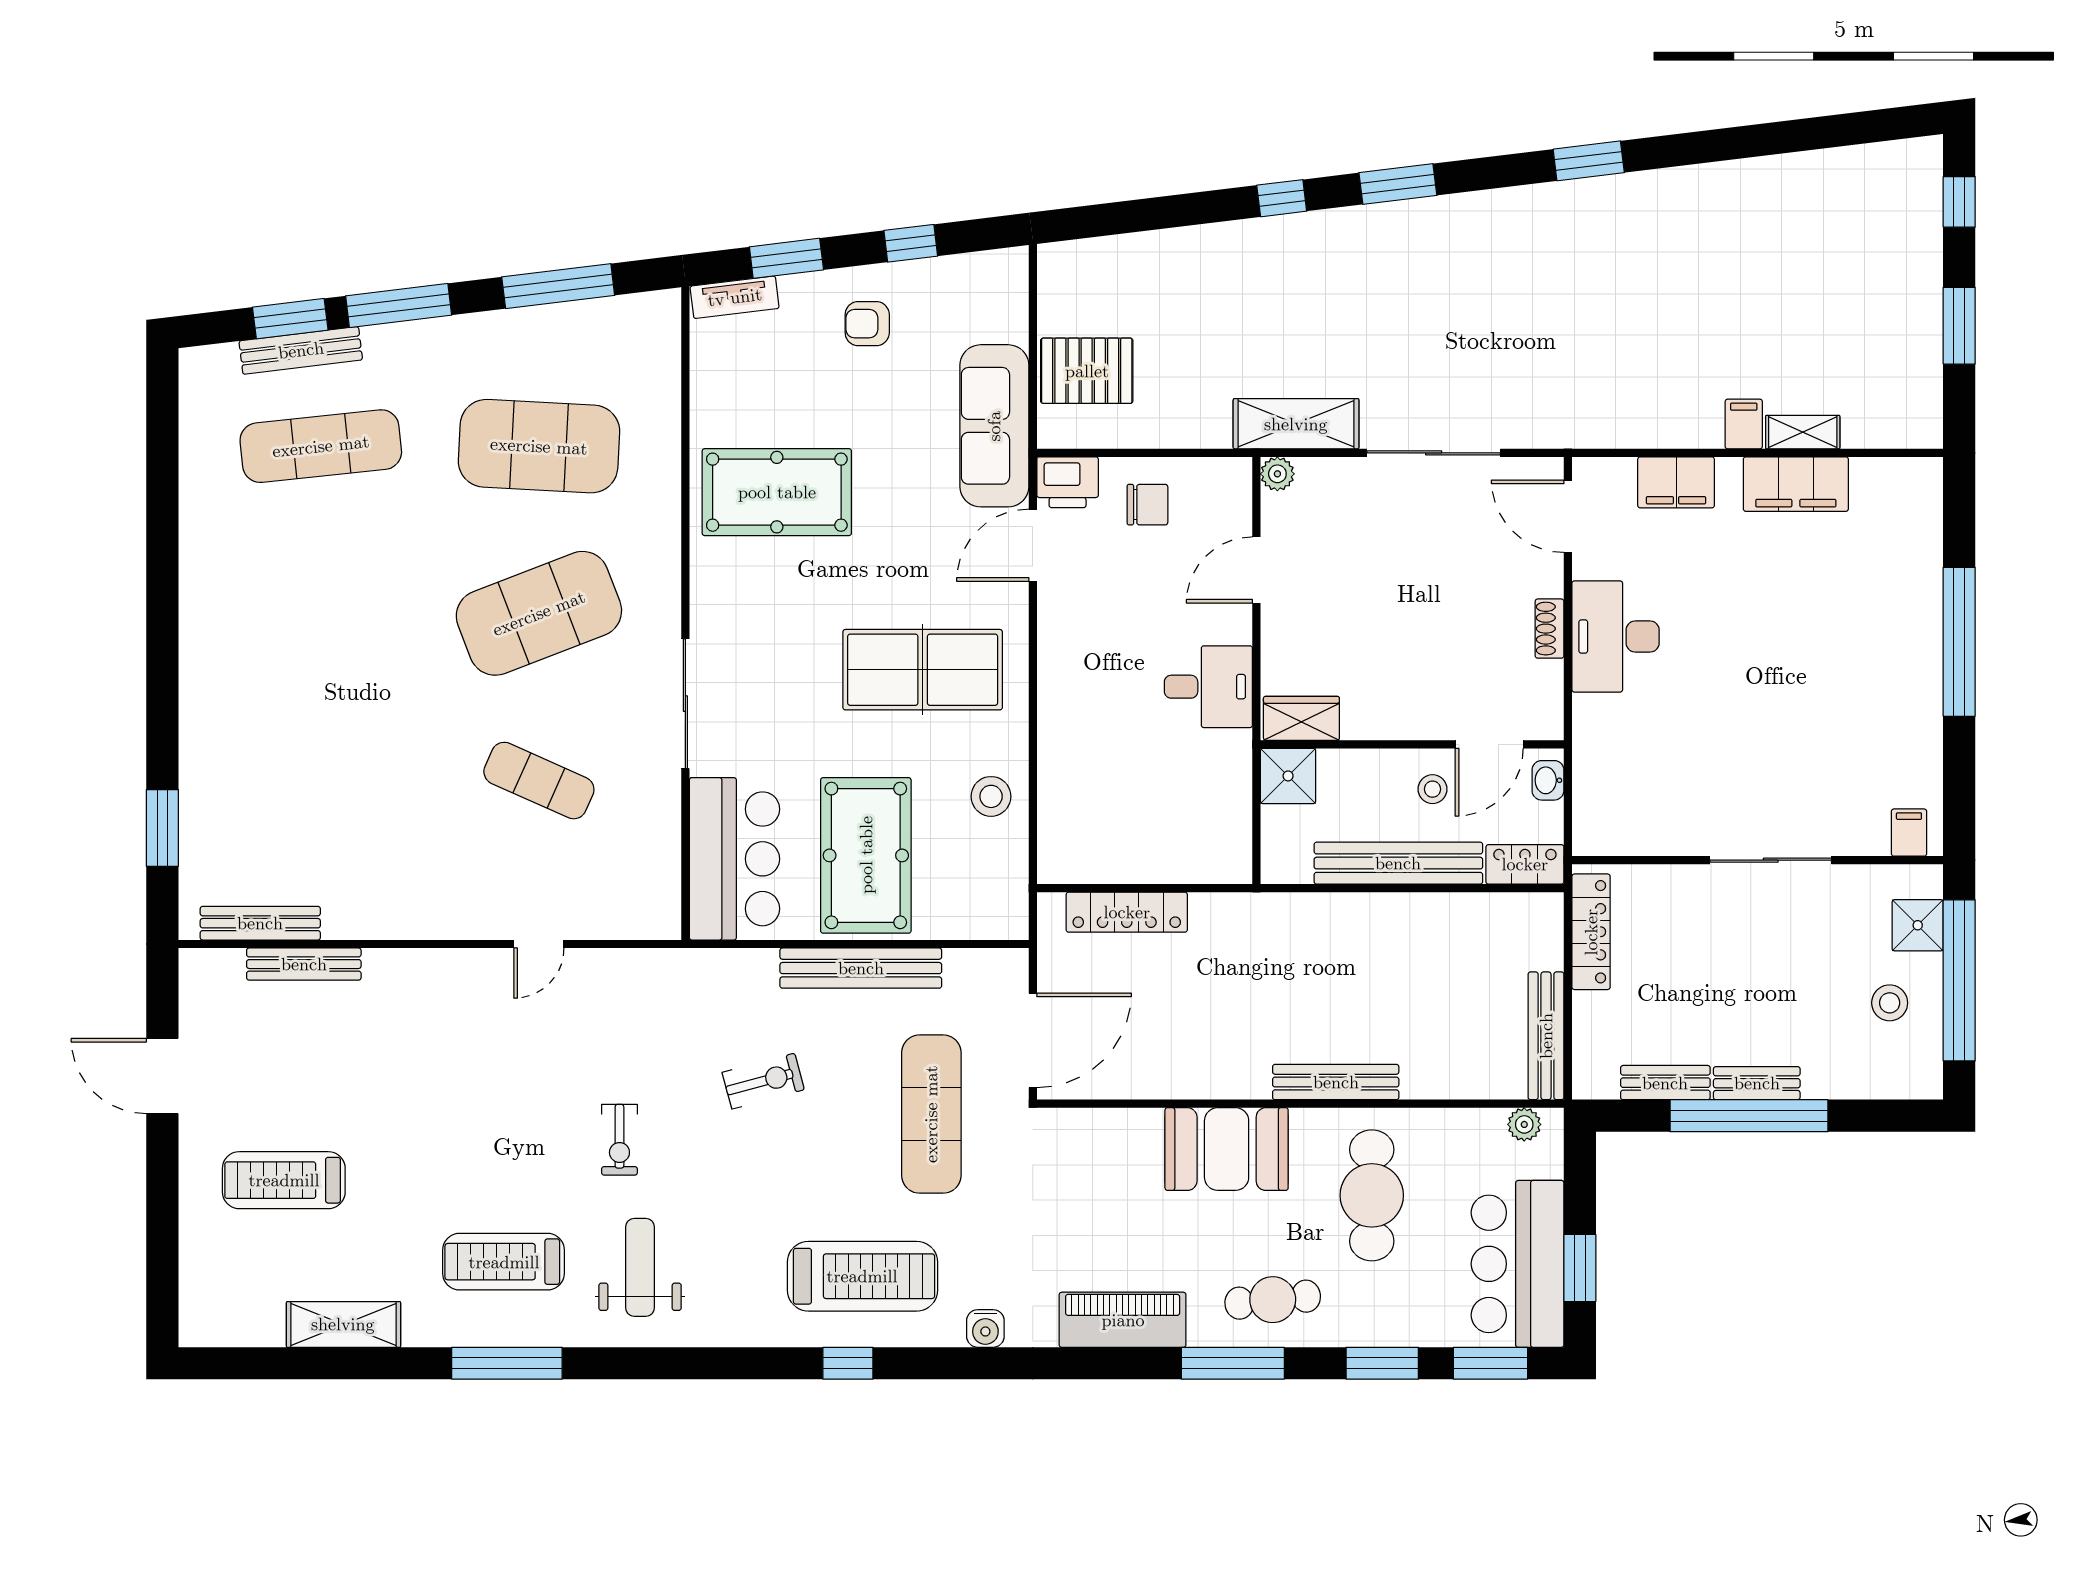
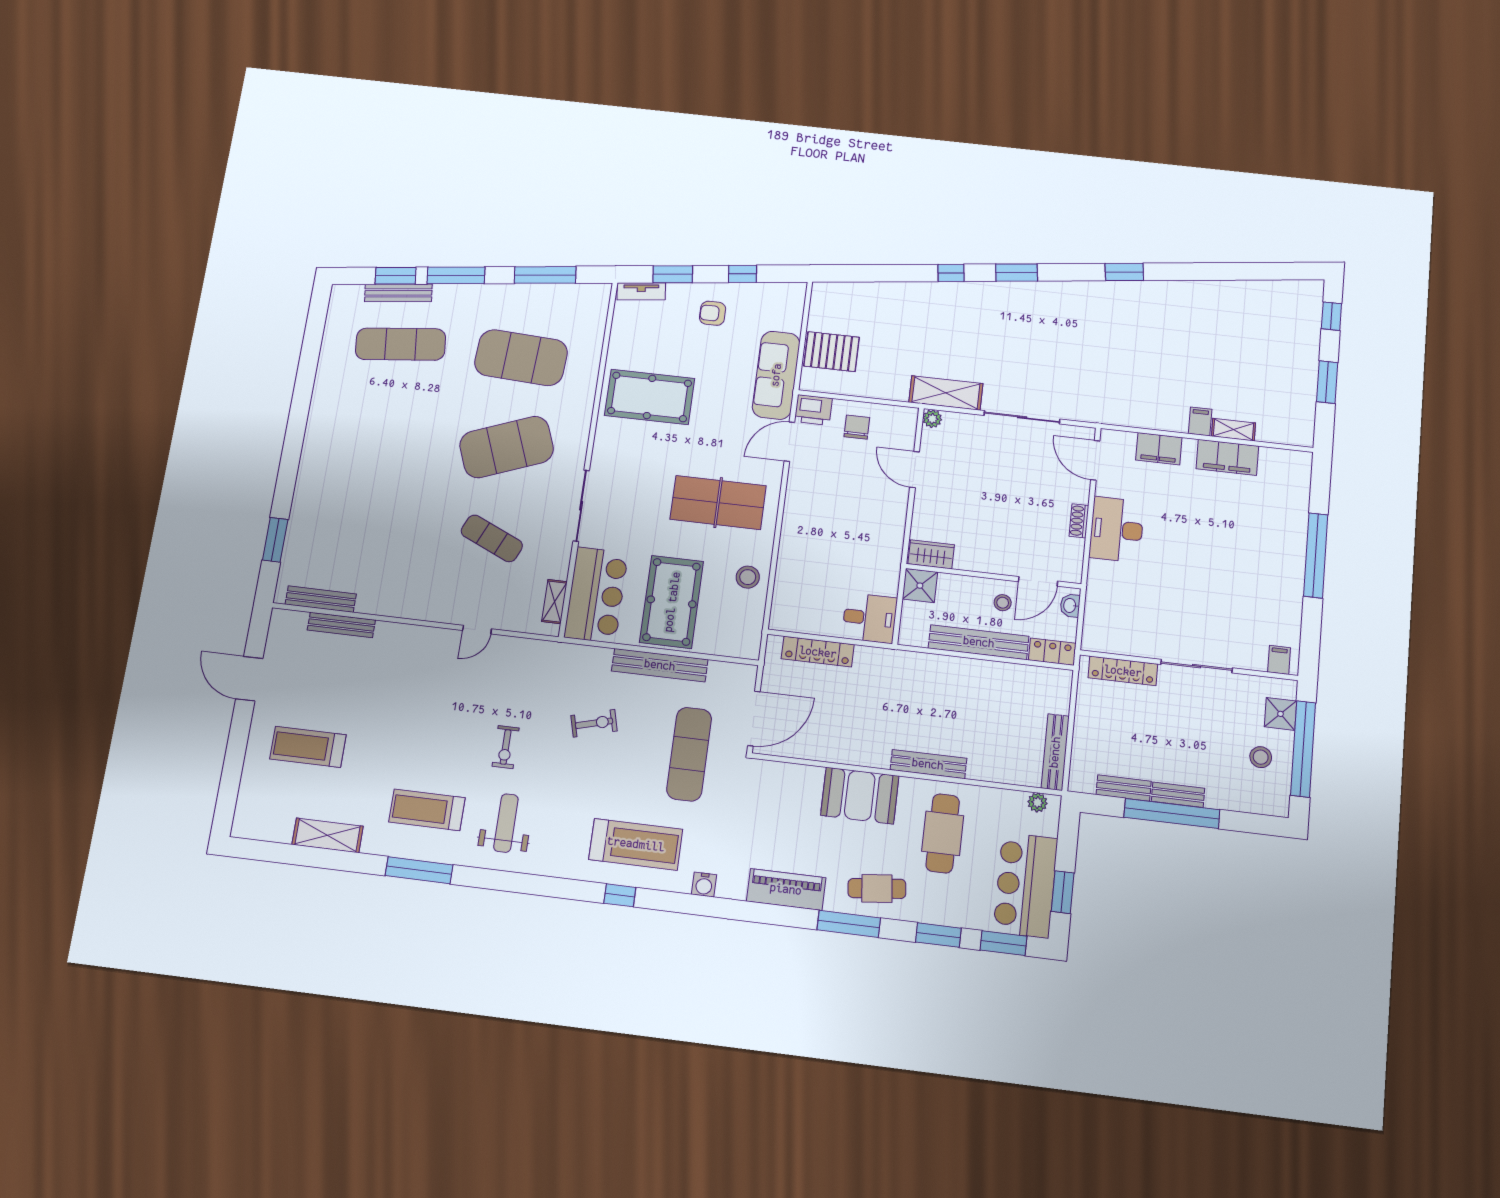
chair: (1147, 505) -> (857, 427), turned -90
door: (1256, 570) -> (915, 470), hinge flipped
desk: (1208, 687) -> (870, 618), moved
shelving: (665, 879) -> (554, 602), added
locker: (1591, 932) -> (1123, 671), moved, turned 90

